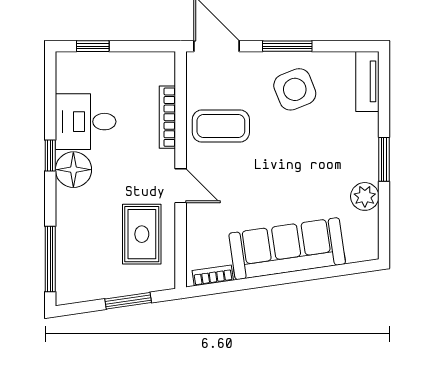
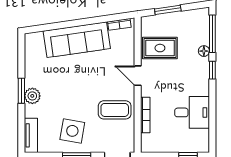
side table: (295, 89) -> (72, 131), turned 32
window: (50, 156) -> (212, 70), moved
floor lamp: (73, 170) -> (204, 51), moved, width x0.53, depth x0.53
plant: (365, 196) -> (32, 96), moved
rug: (142, 234) -> (160, 48), turned 90

